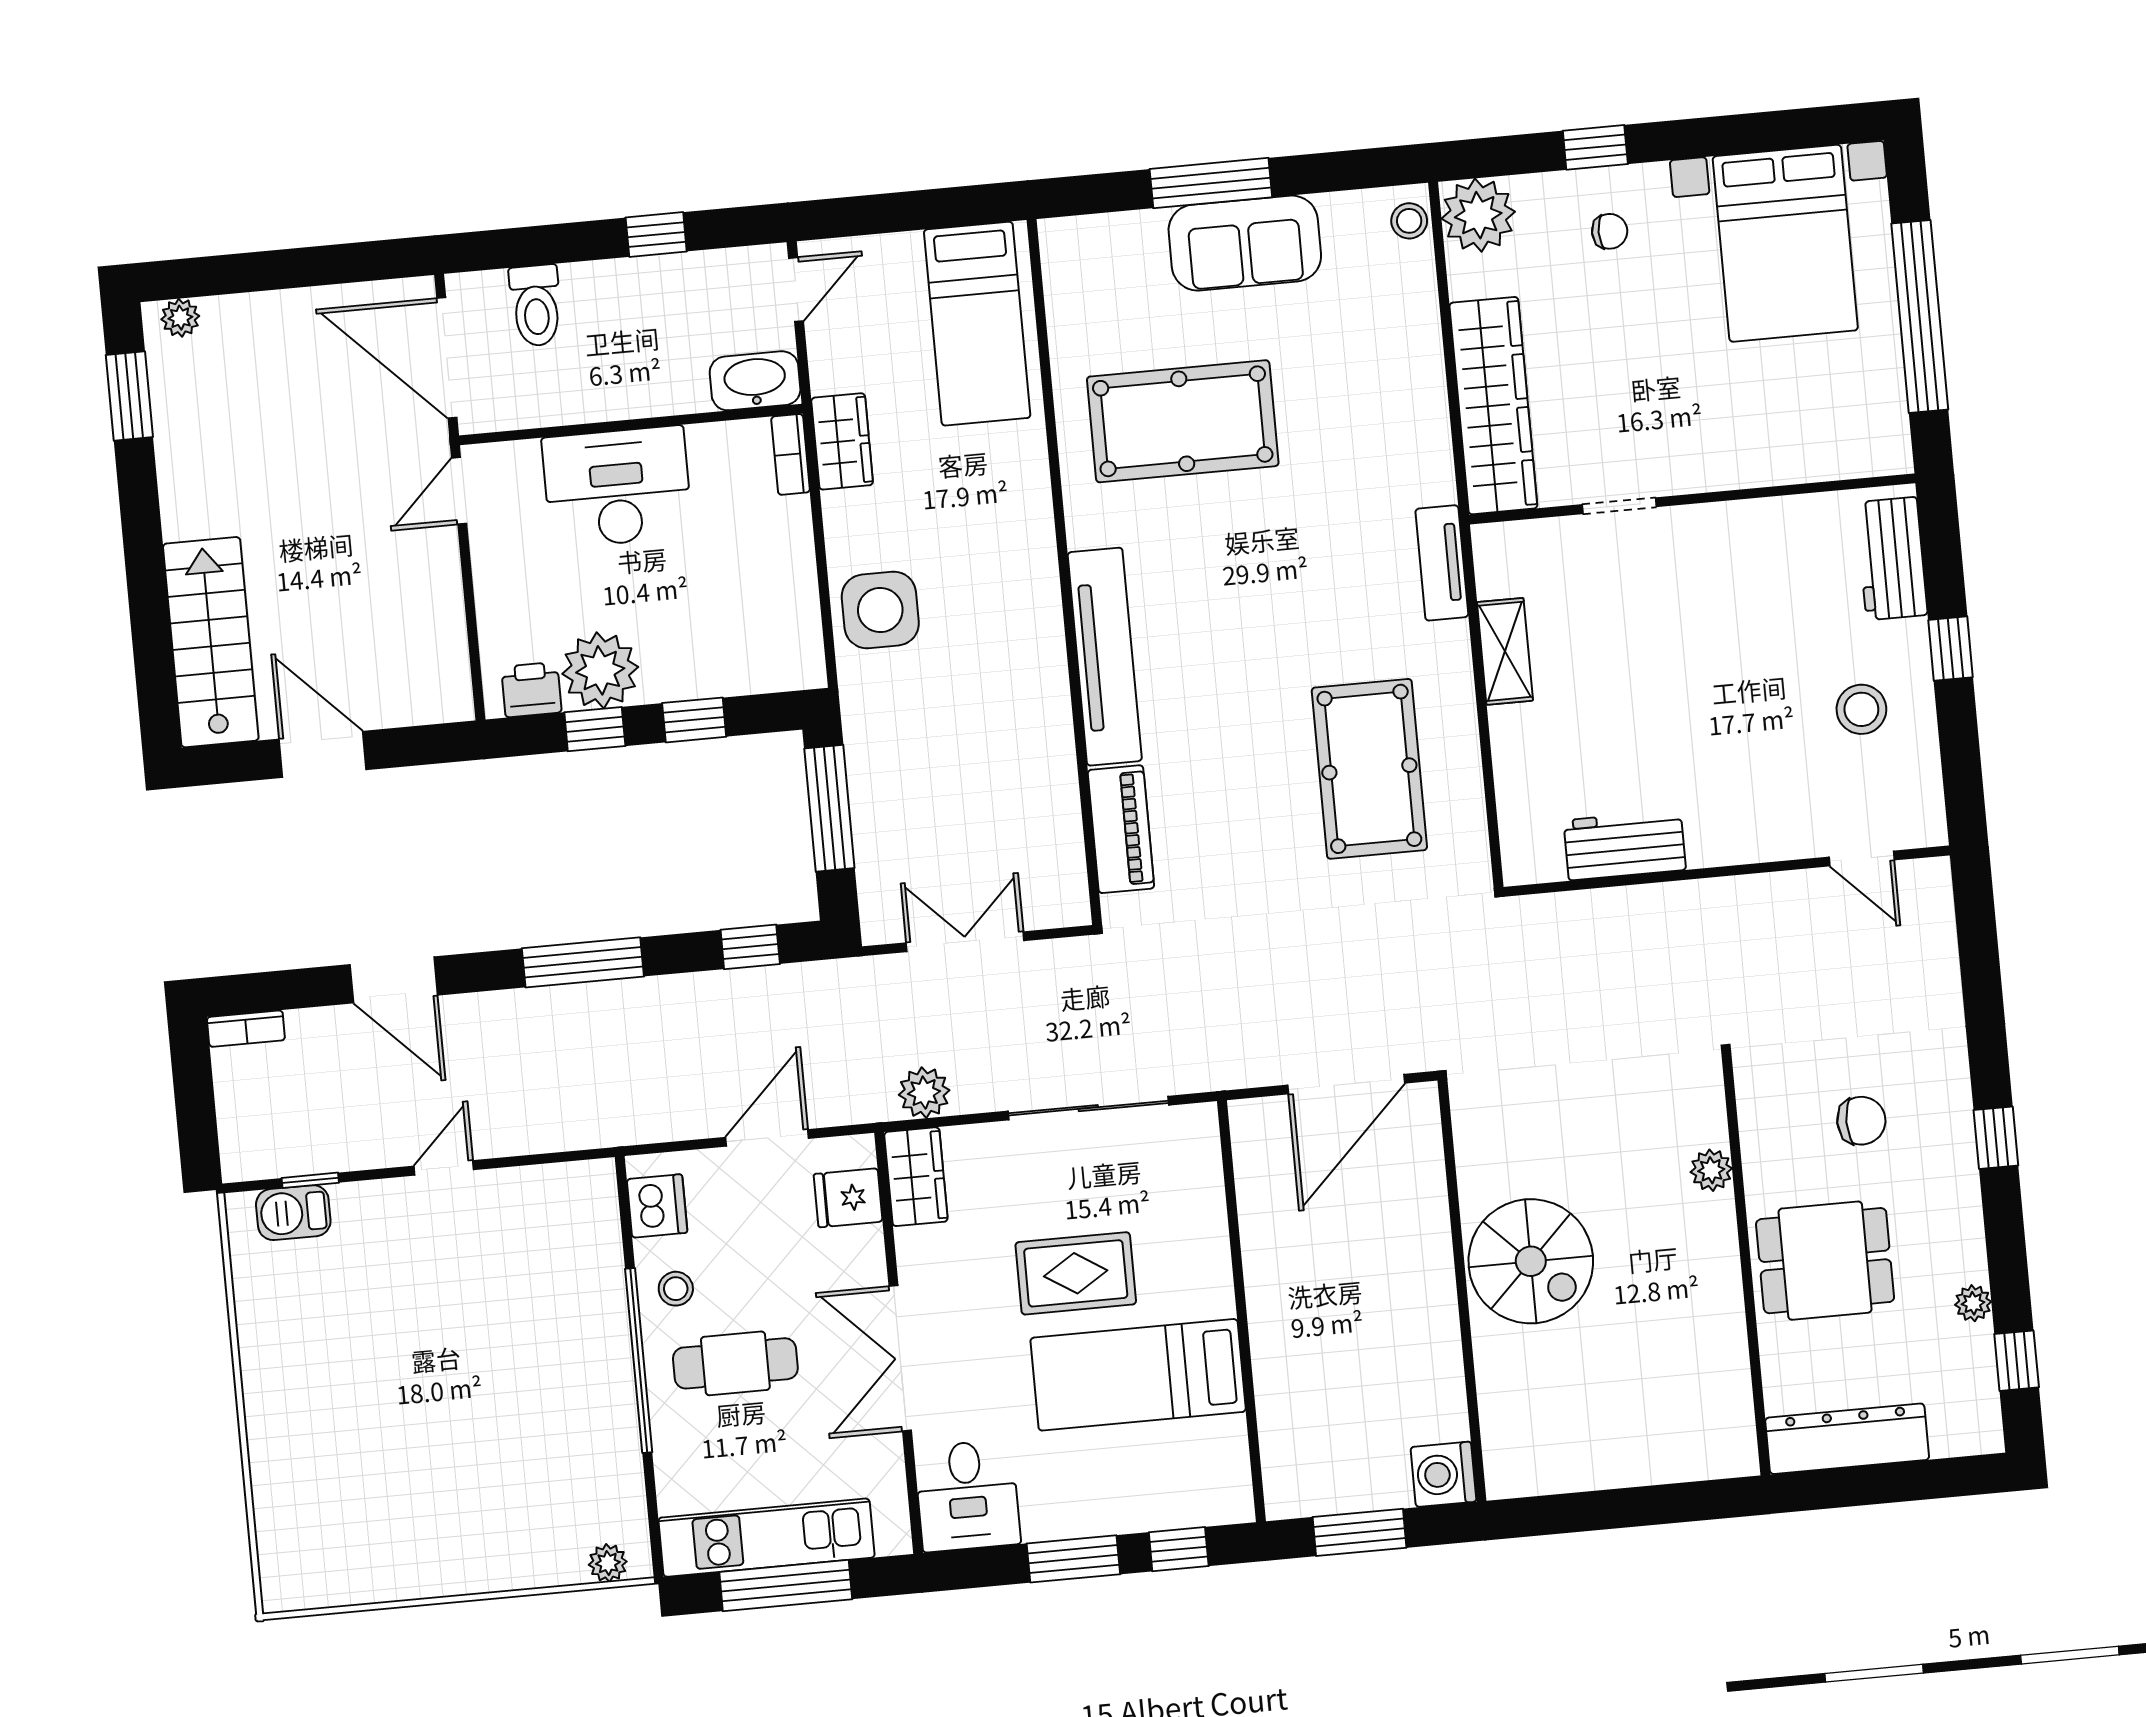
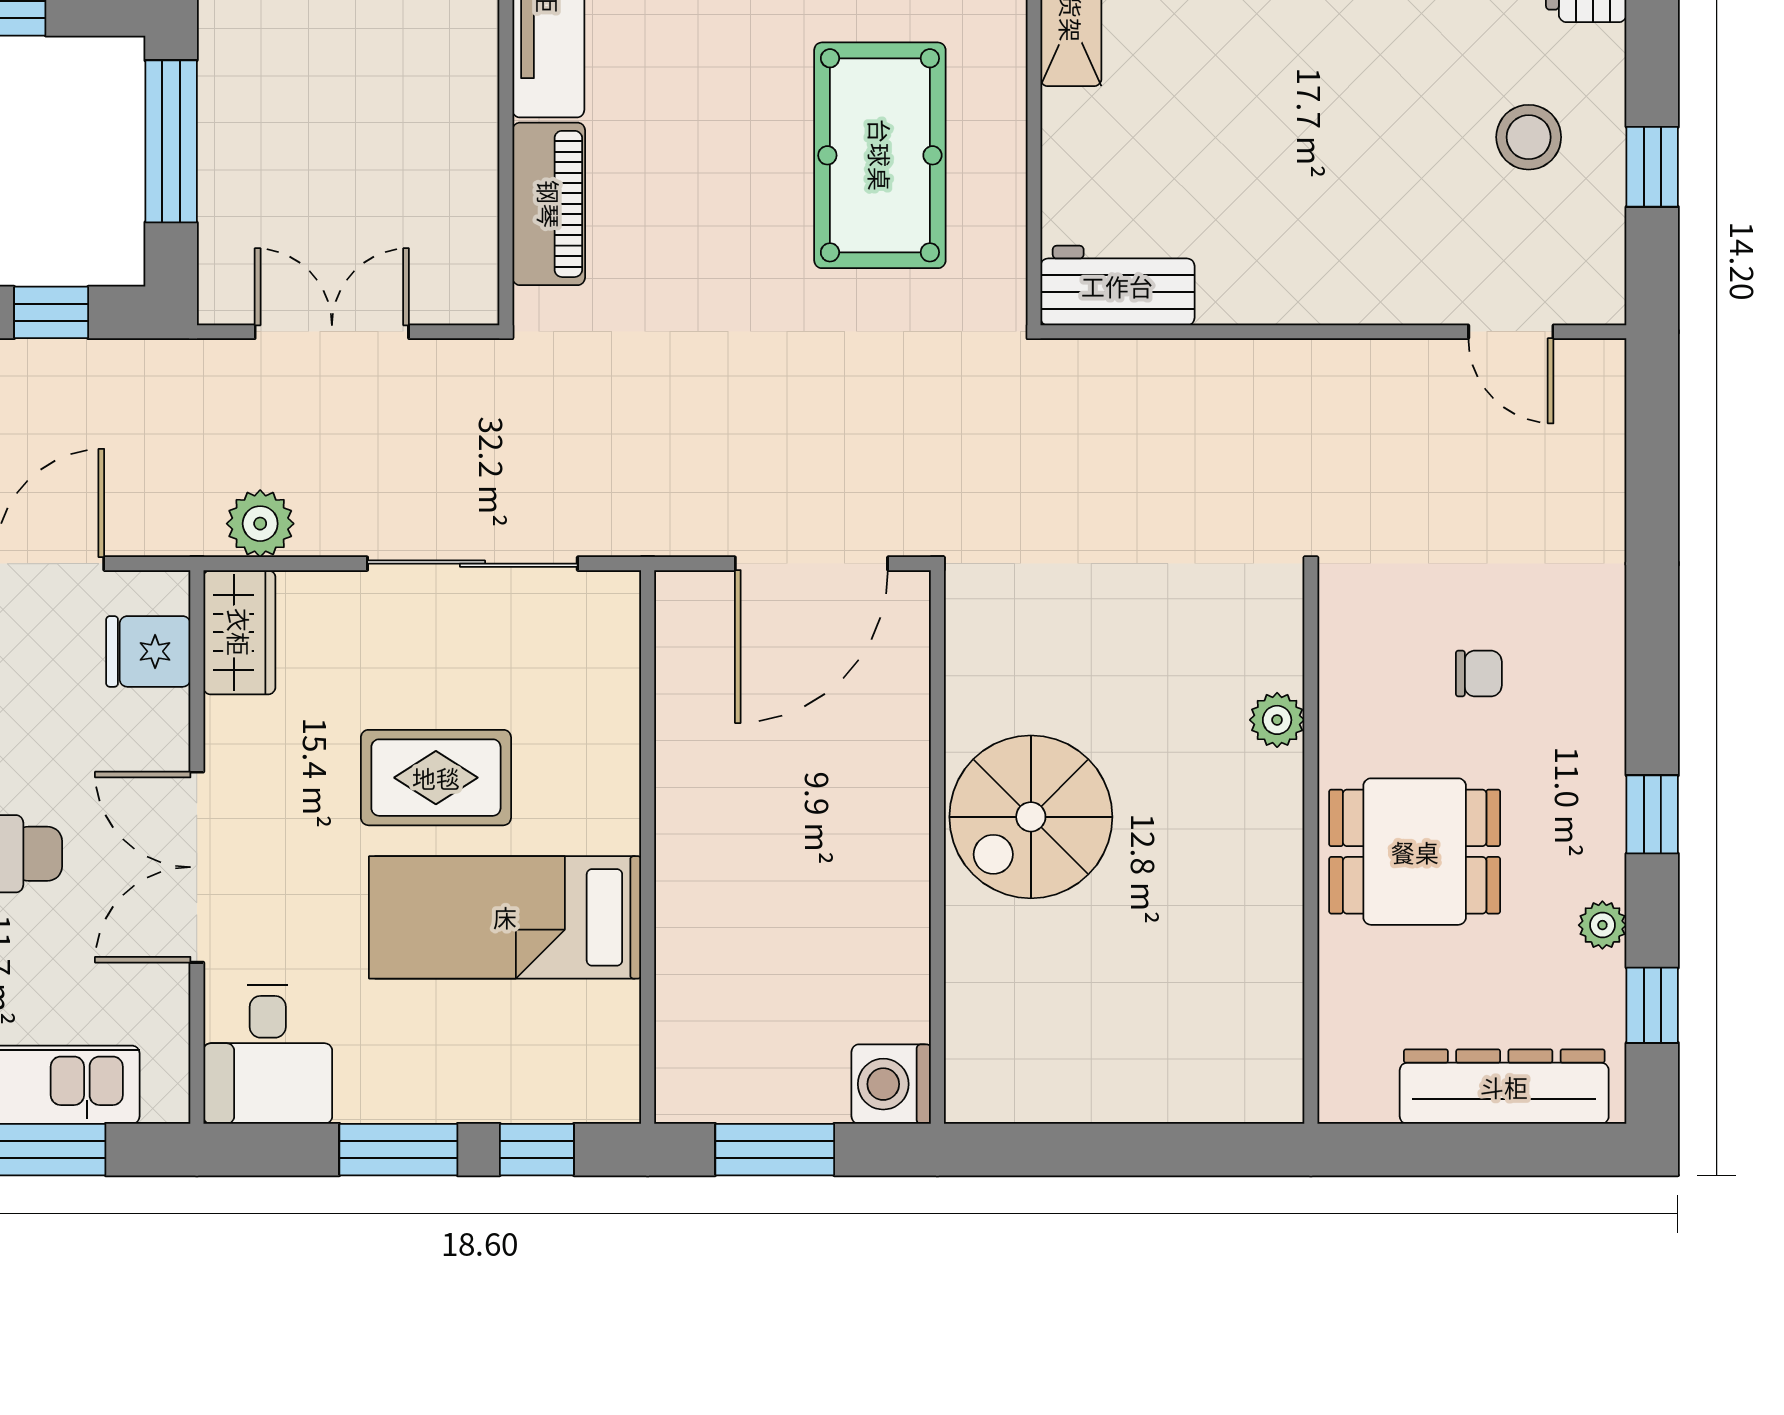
window: (1950, 649) -> (1652, 167), moved
workbench: (1625, 845) -> (1117, 286), moved
chair: (1861, 1121) -> (1479, 674), width x0.73, depth x0.73
window: (1996, 1138) -> (1652, 814), moved
spiral stairs: (1531, 1261) -> (1031, 817), turned 90
dresser: (1847, 1439) -> (1504, 1087), moved

